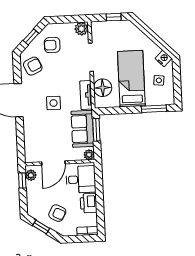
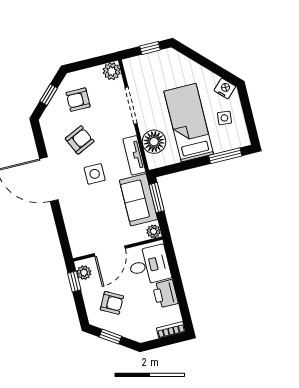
armchair: (33, 66) -> (80, 140), moved
armchair: (57, 213) -> (112, 303), moved

